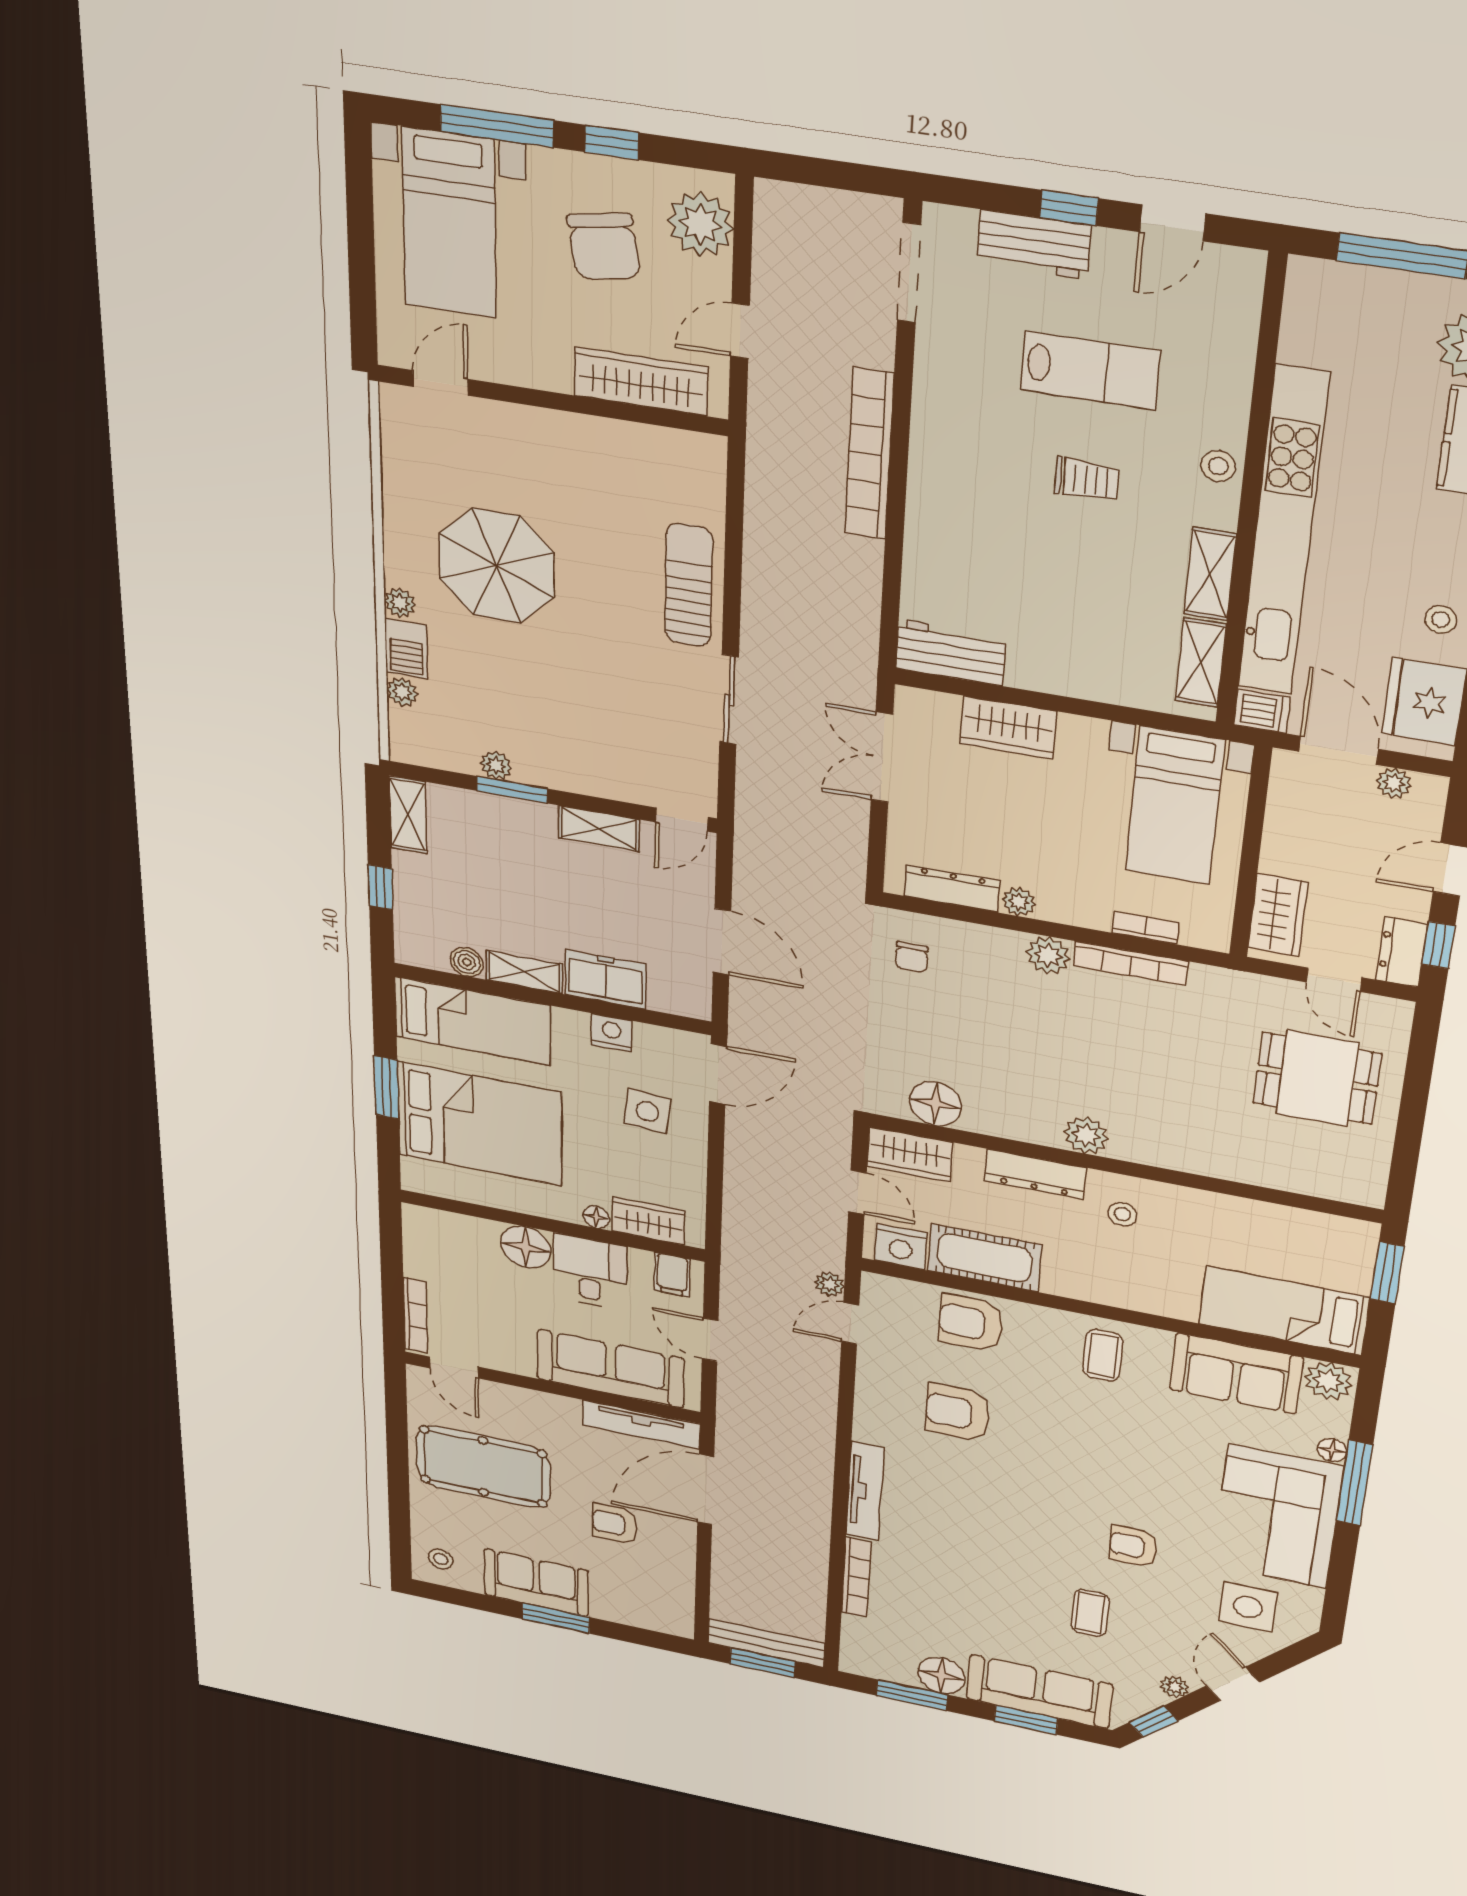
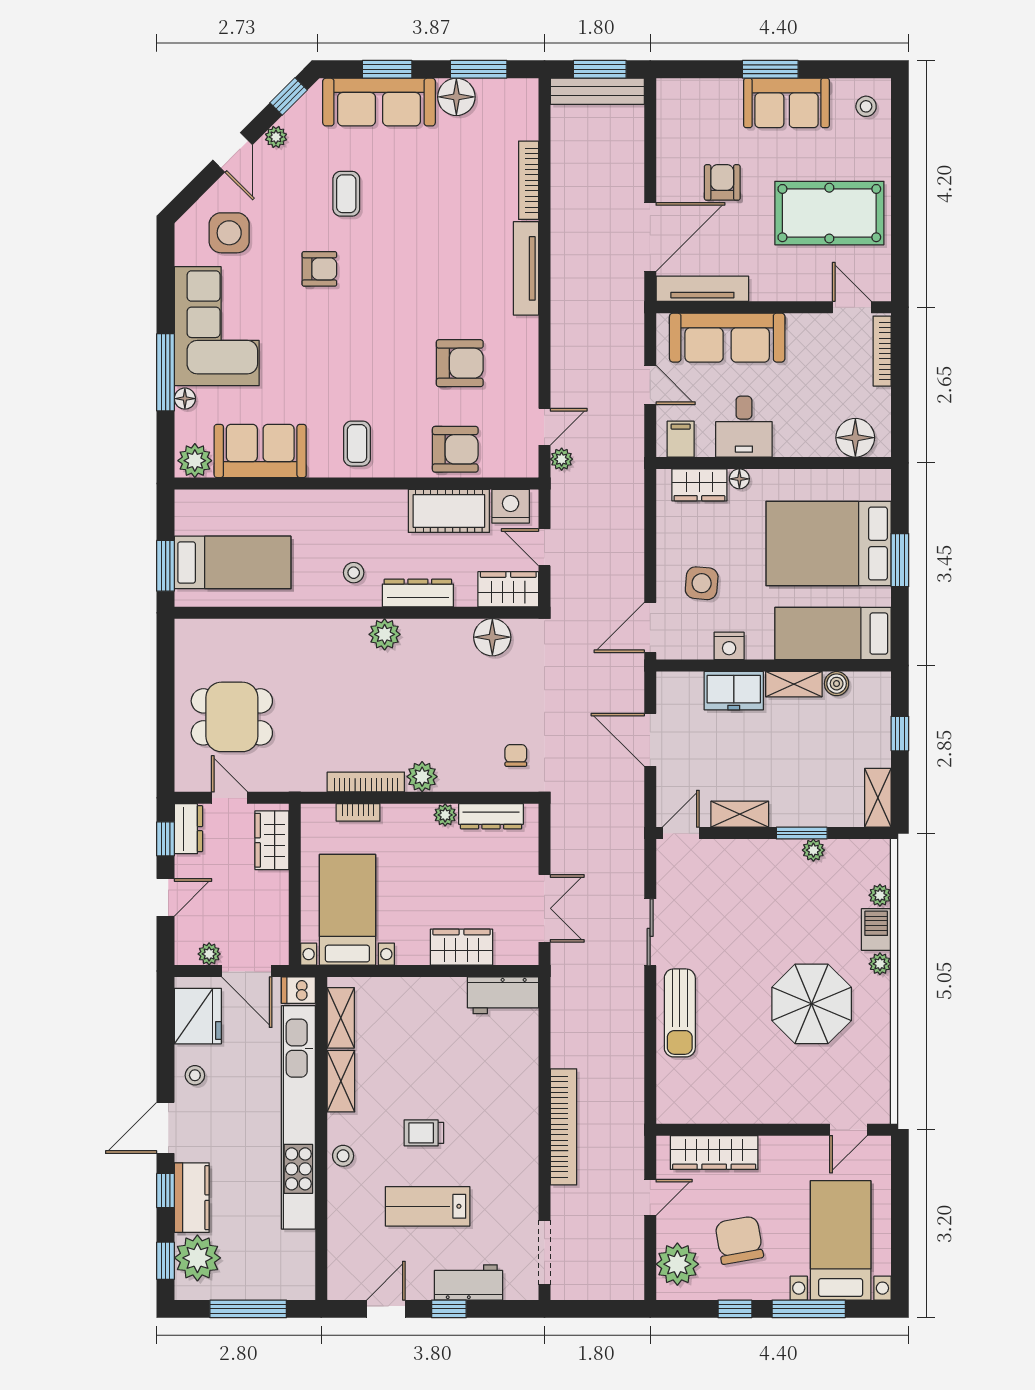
floor lamp: (526, 1247) -> (855, 438), moved
bed: (1284, 1311) -> (233, 562), moved
armchair: (615, 1524) -> (722, 182), turned -90

